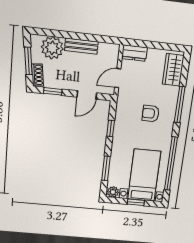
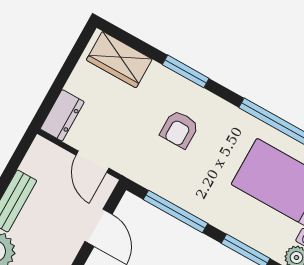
window: (180, 105) -> (186, 71), width x0.69
window: (111, 128) -> (175, 211), width x2.17

